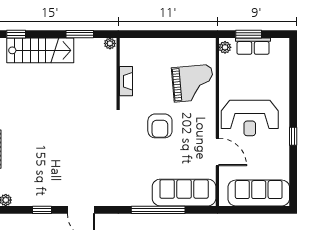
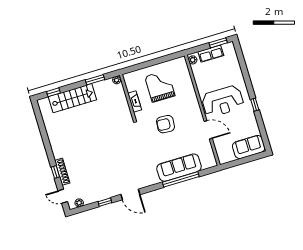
window: (249, 34) -> (218, 43), moved
grand piano: (193, 83) -> (160, 86), moved, turned -85
armchair: (160, 126) -> (166, 124), turned 94
sofa: (184, 193) -> (179, 168), moved
sofa: (259, 193) -> (249, 147), width x0.73

